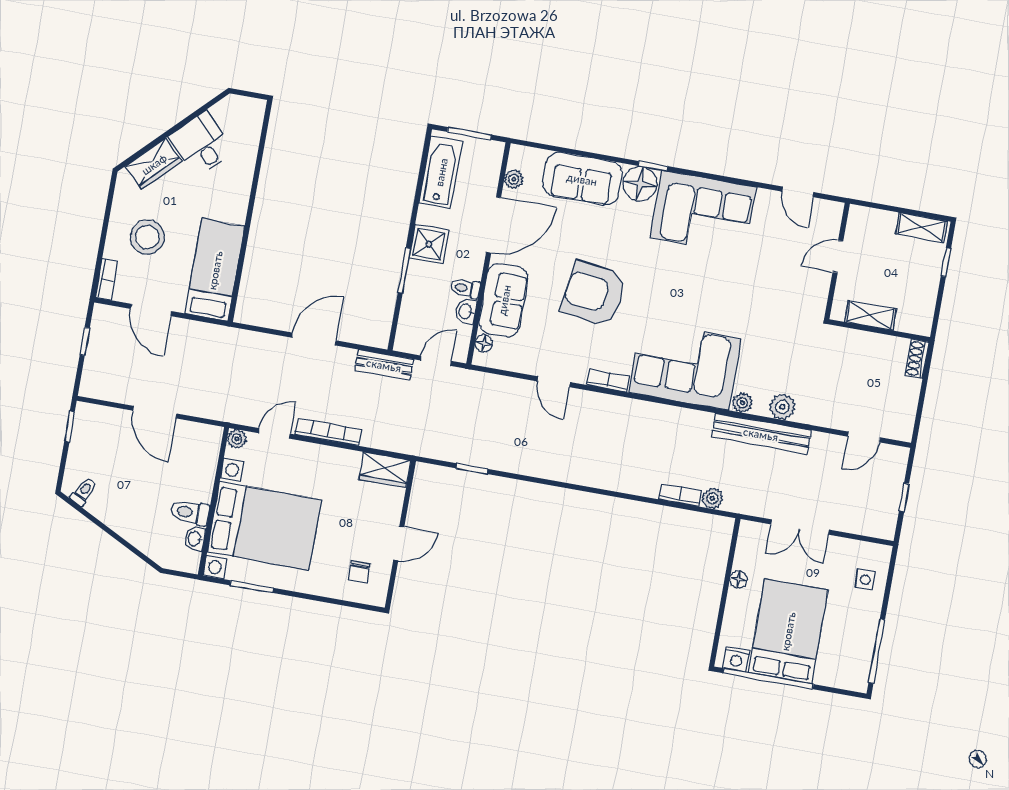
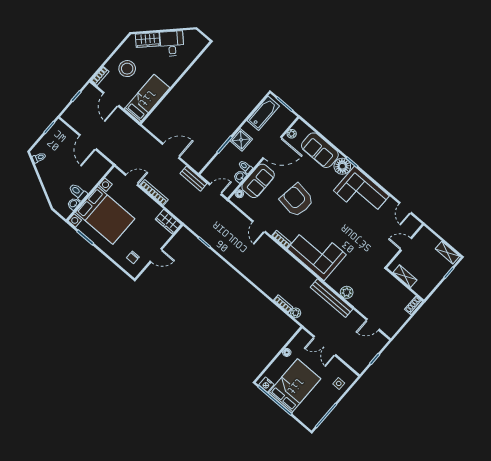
plant: (742, 403) -> (331, 281), removed
plant: (237, 439) -> (115, 173), removed

